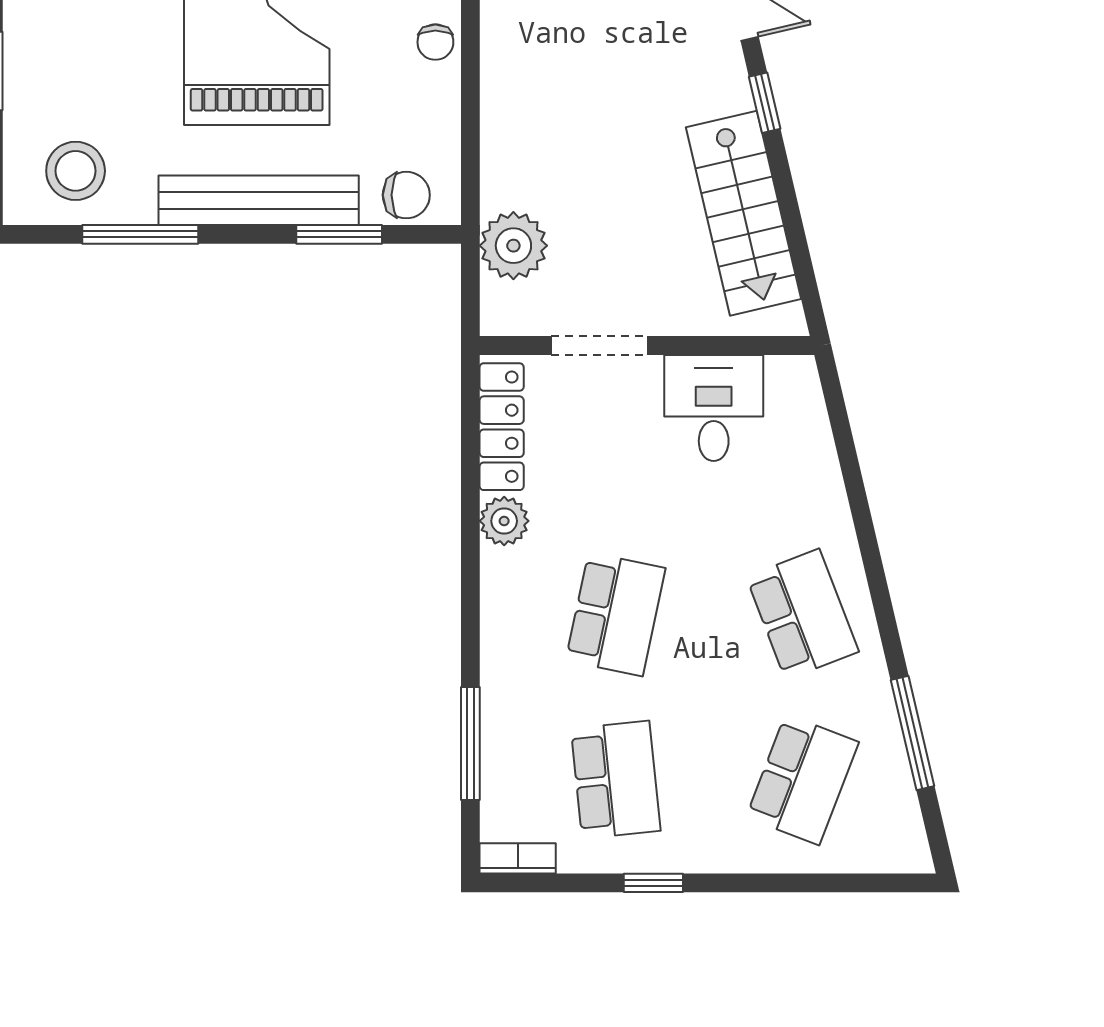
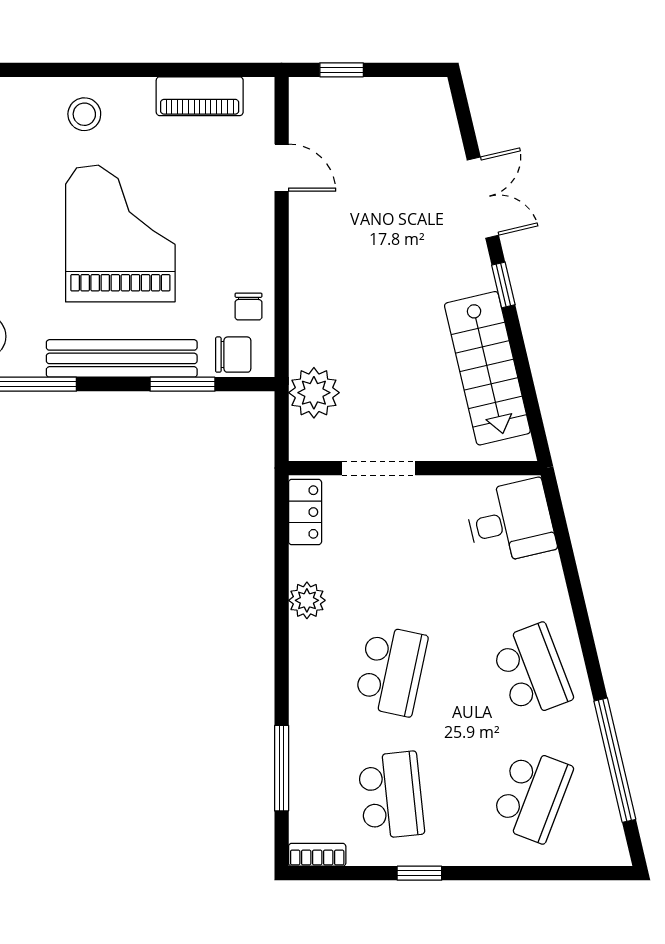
chair: (435, 42) -> (248, 306), moved
desk: (714, 408) -> (511, 522), moved, turned 77
locker: (502, 427) -> (305, 512), width x0.66
window: (912, 733) -> (615, 760), width x1.46

